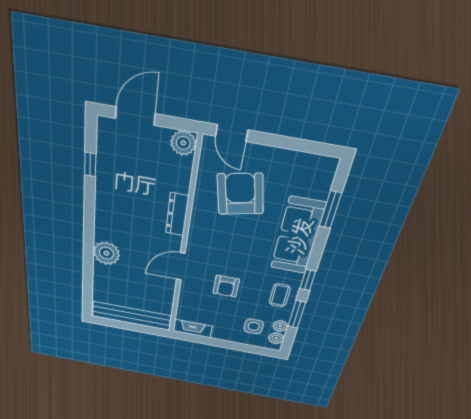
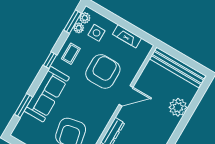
plant: (106, 253) -> (178, 107), moved
armchair: (226, 286) -> (103, 71), width x1.88, depth x1.88
window: (297, 314) -> (72, 22), moved
fireplace: (193, 329) -> (127, 36), moved

